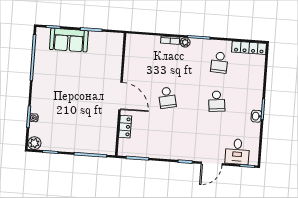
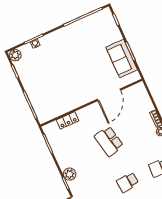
sofa: (69, 40) -> (122, 59), moved
door: (120, 96) -> (109, 95), moved
school desk: (167, 98) -> (109, 141), width x1.85
plant: (178, 153) -> (70, 174), added

